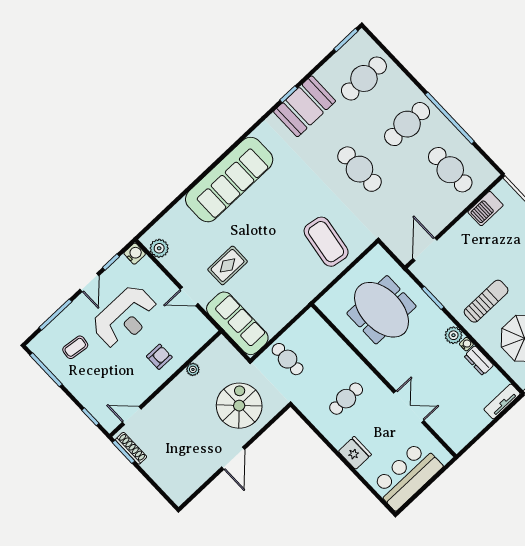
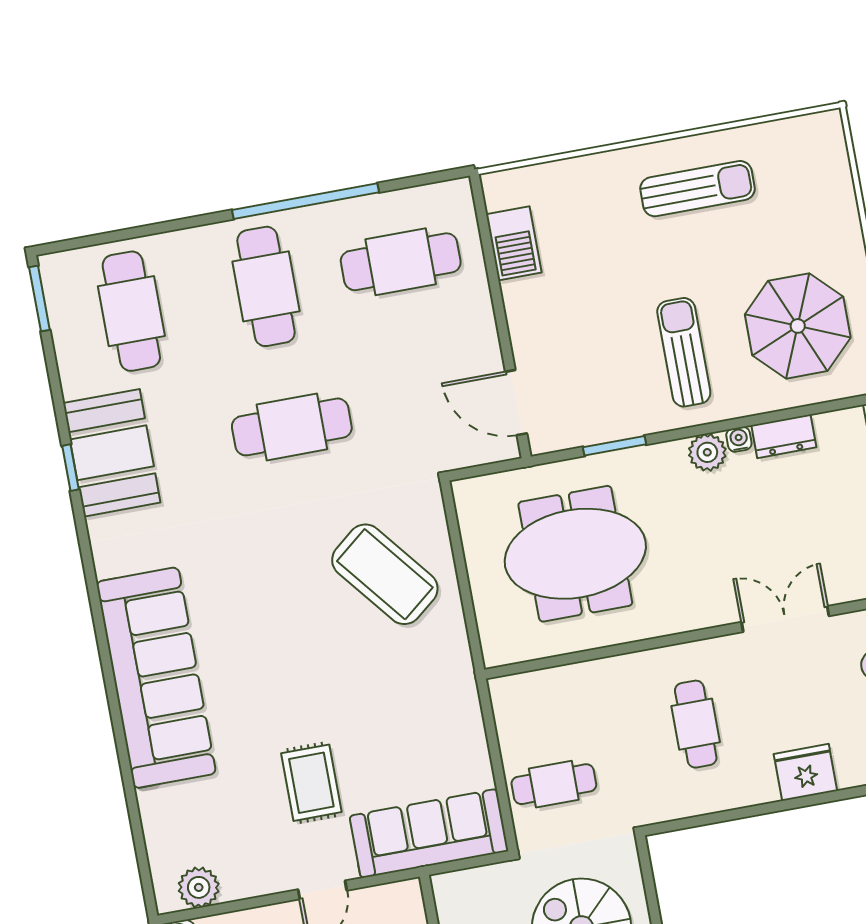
coffee table: (326, 242) -> (385, 574), turned 42

